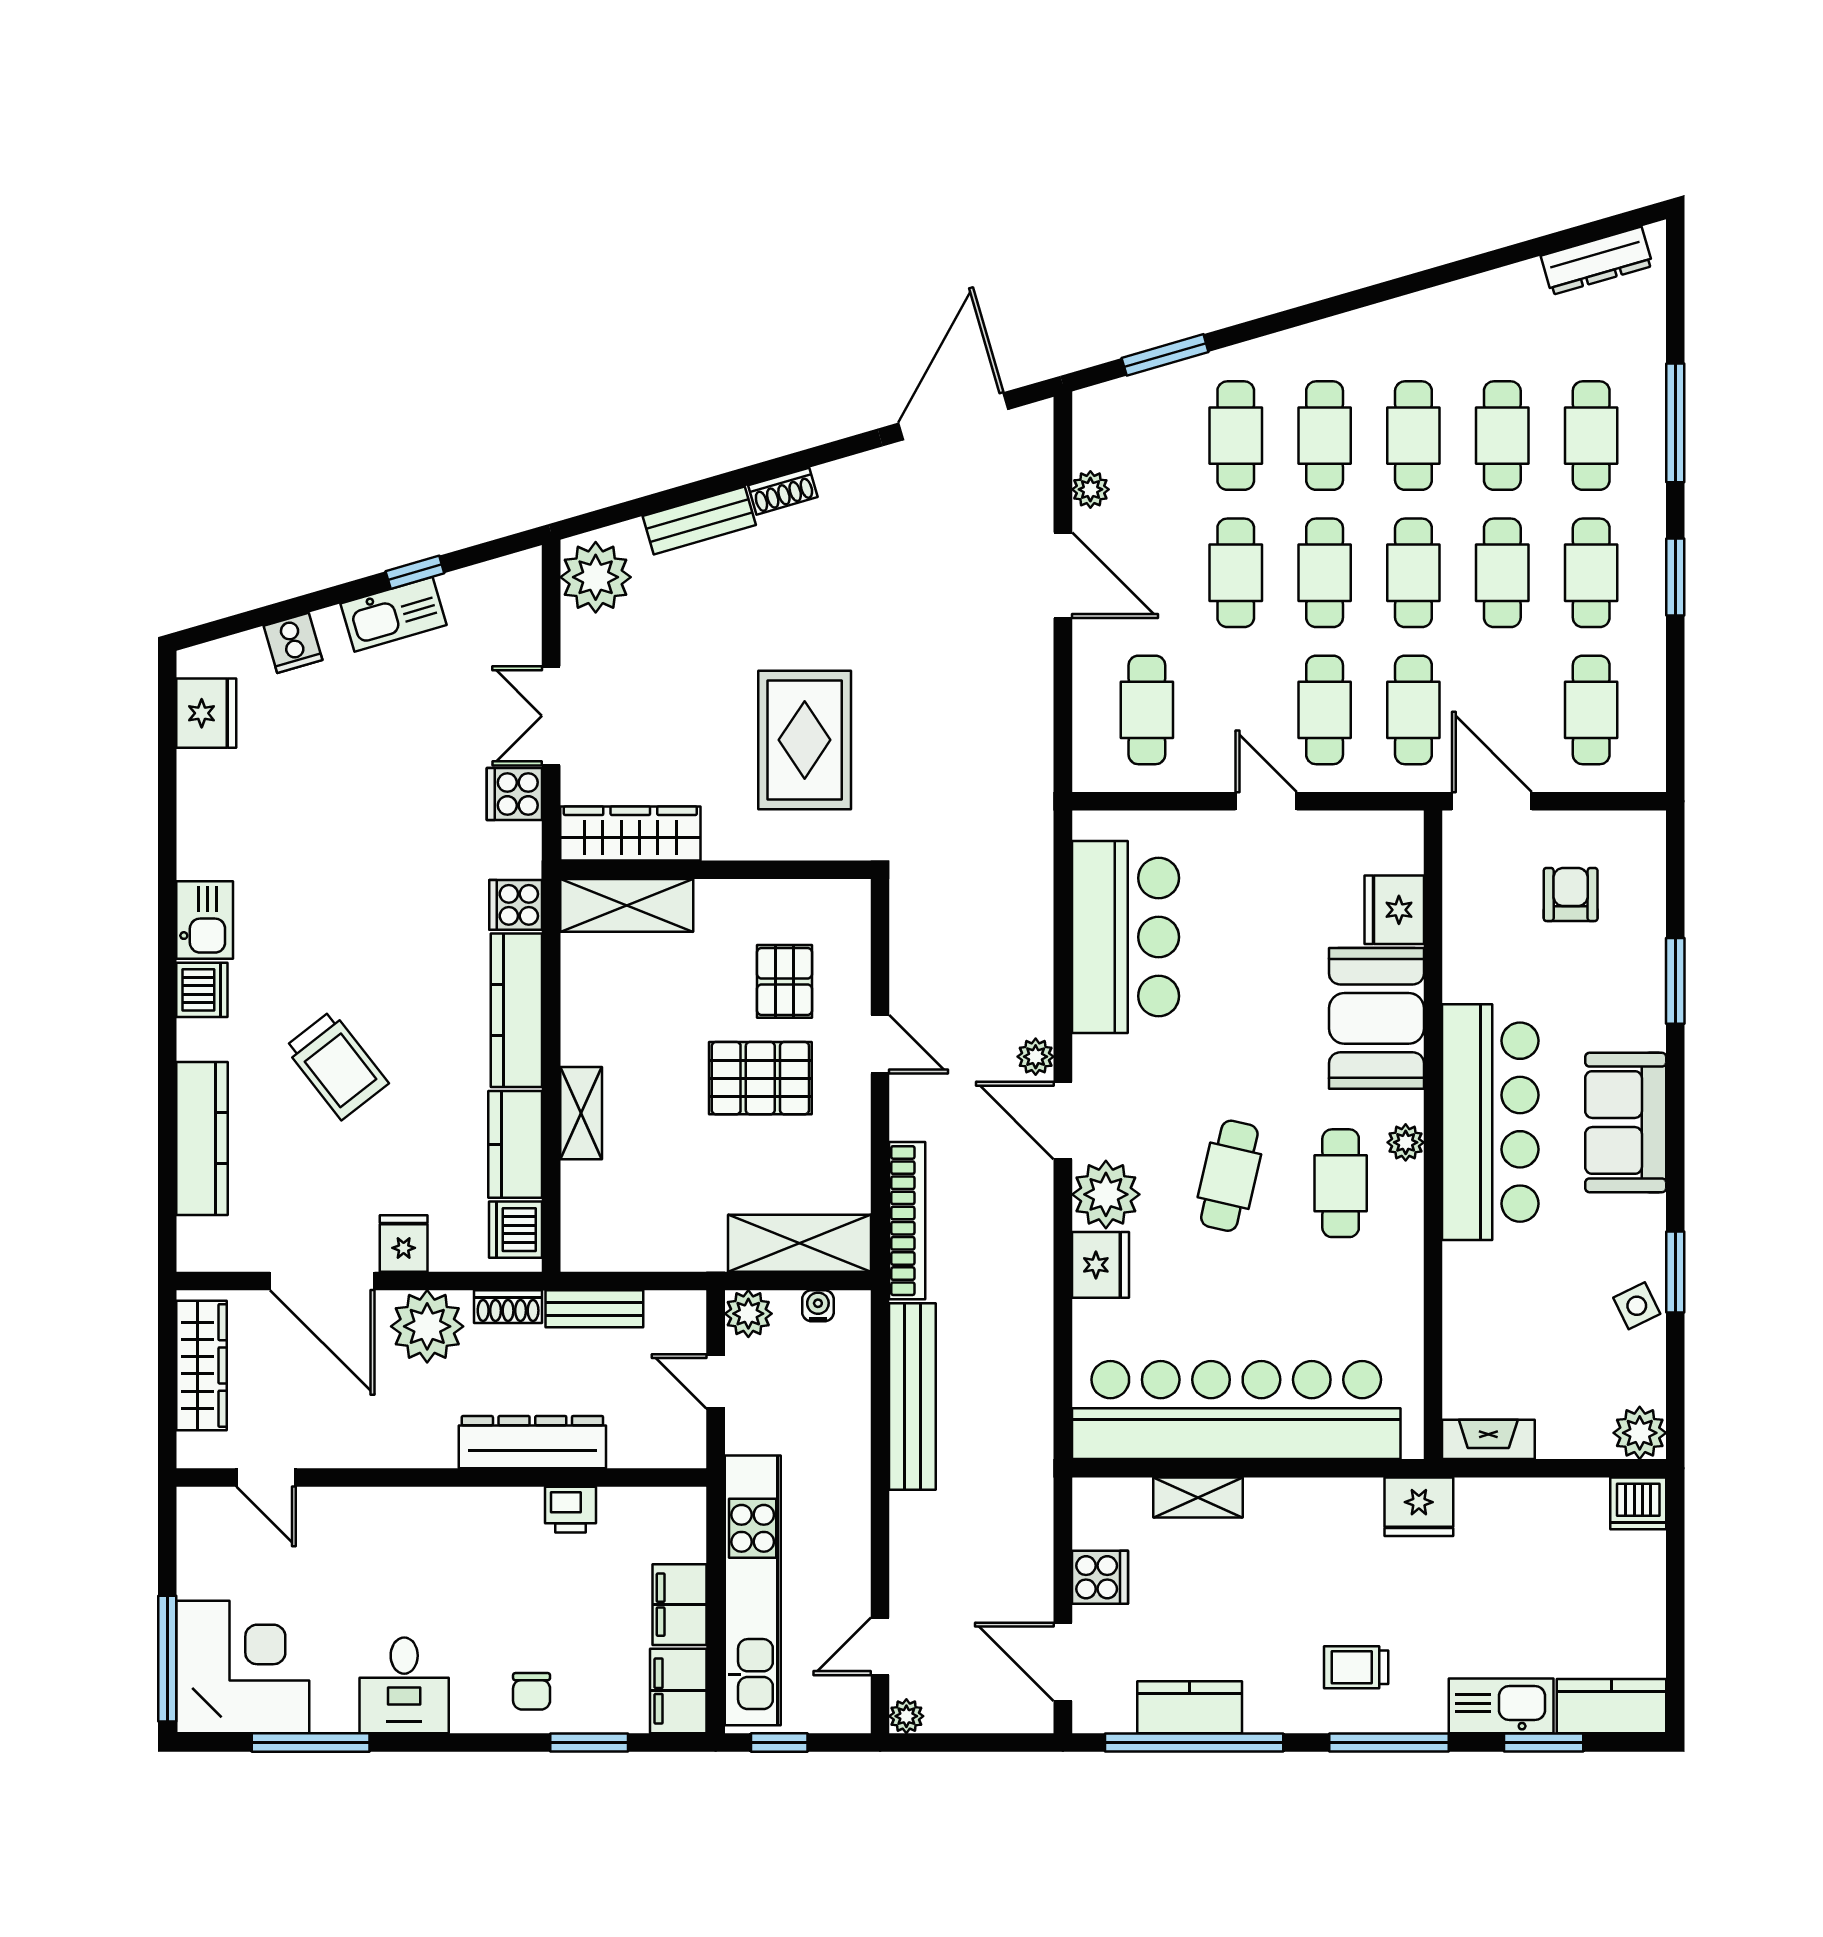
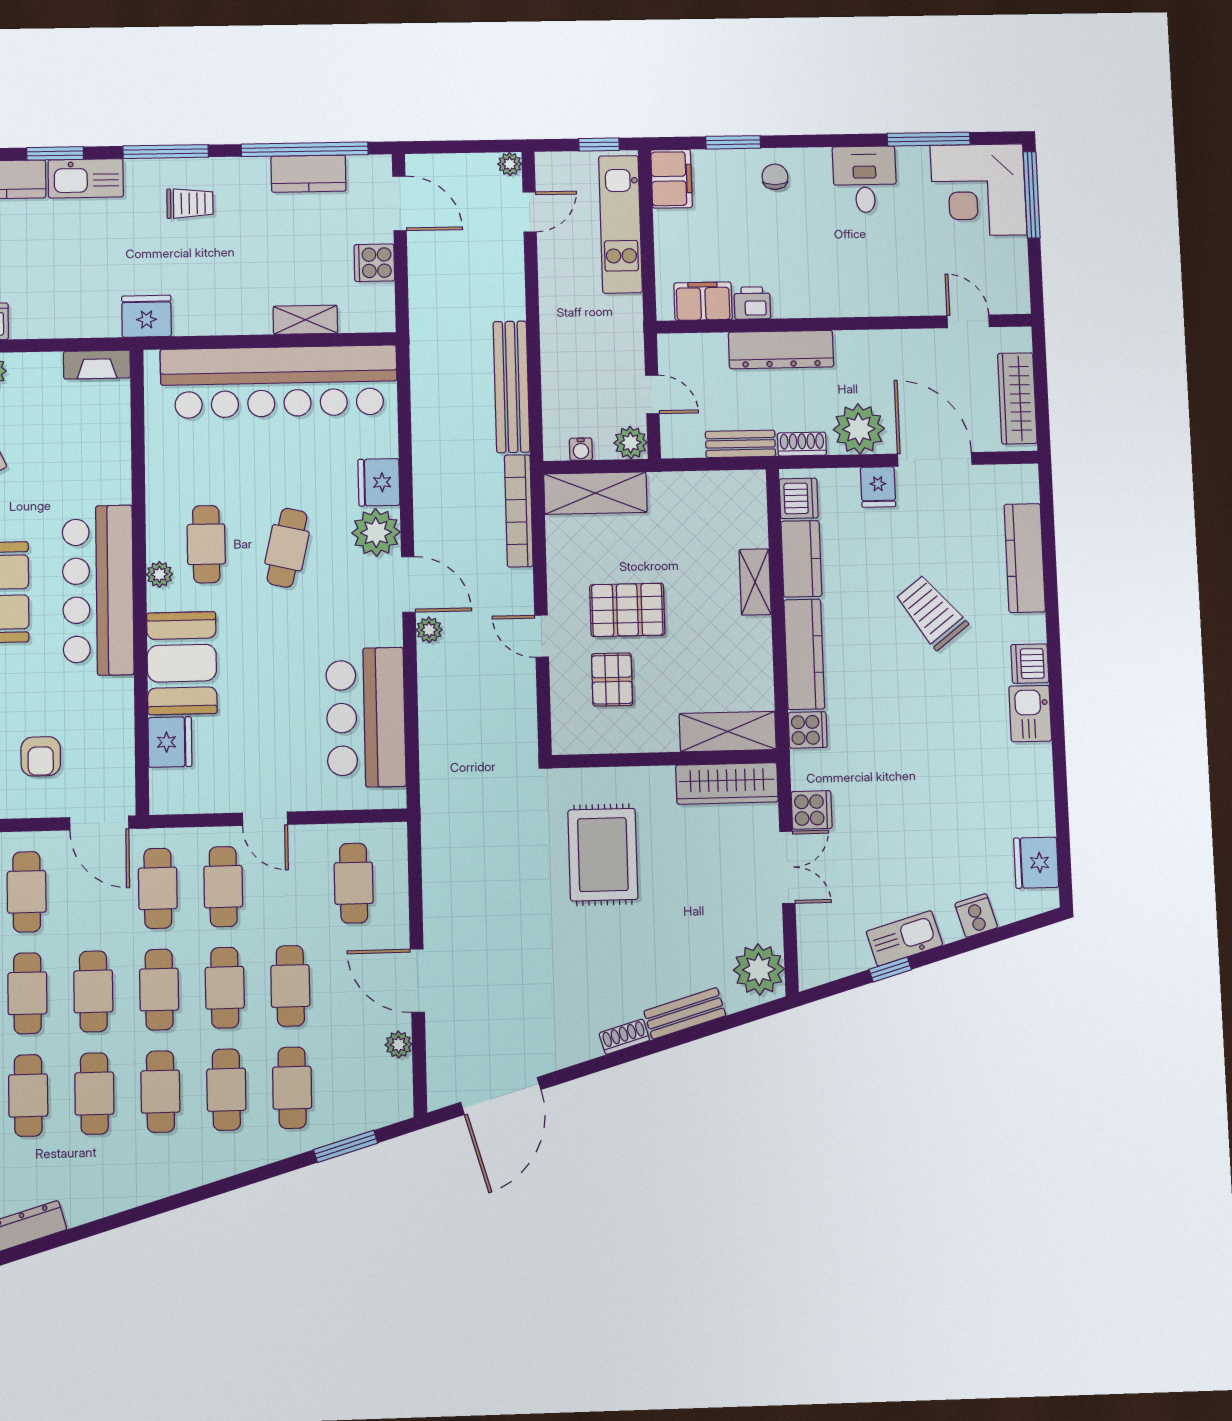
kitchen unit: (753, 1590) -> (620, 224), width x0.73
filing cabinet: (680, 1605) -> (703, 301), moved, turned -90

